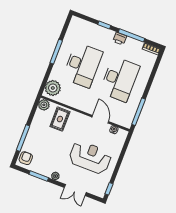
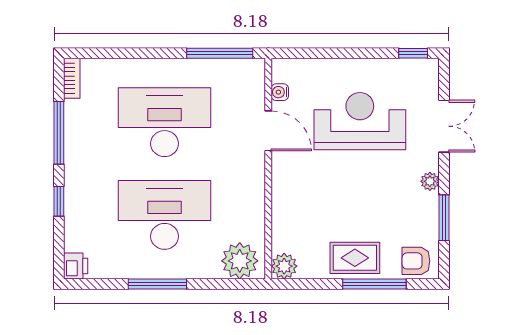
printer: (120, 39) -> (76, 266), moved
rug: (60, 119) -> (355, 258), moved
door: (100, 119) -> (268, 131), swing flipped
reception desk: (90, 157) -> (360, 121), turned 90

